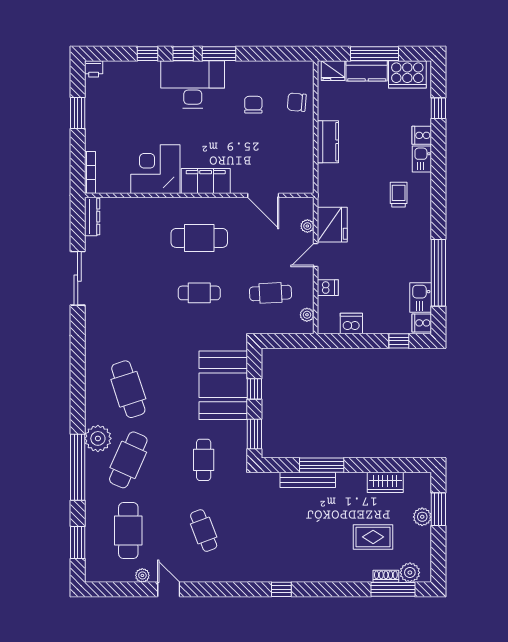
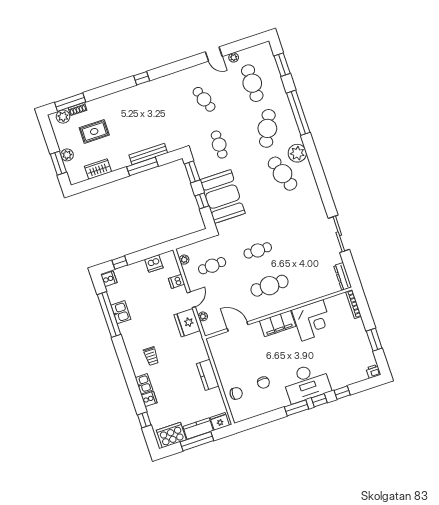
kitchen sink: (421, 298) -> (121, 312), moved
plant: (98, 438) -> (297, 153), moved

